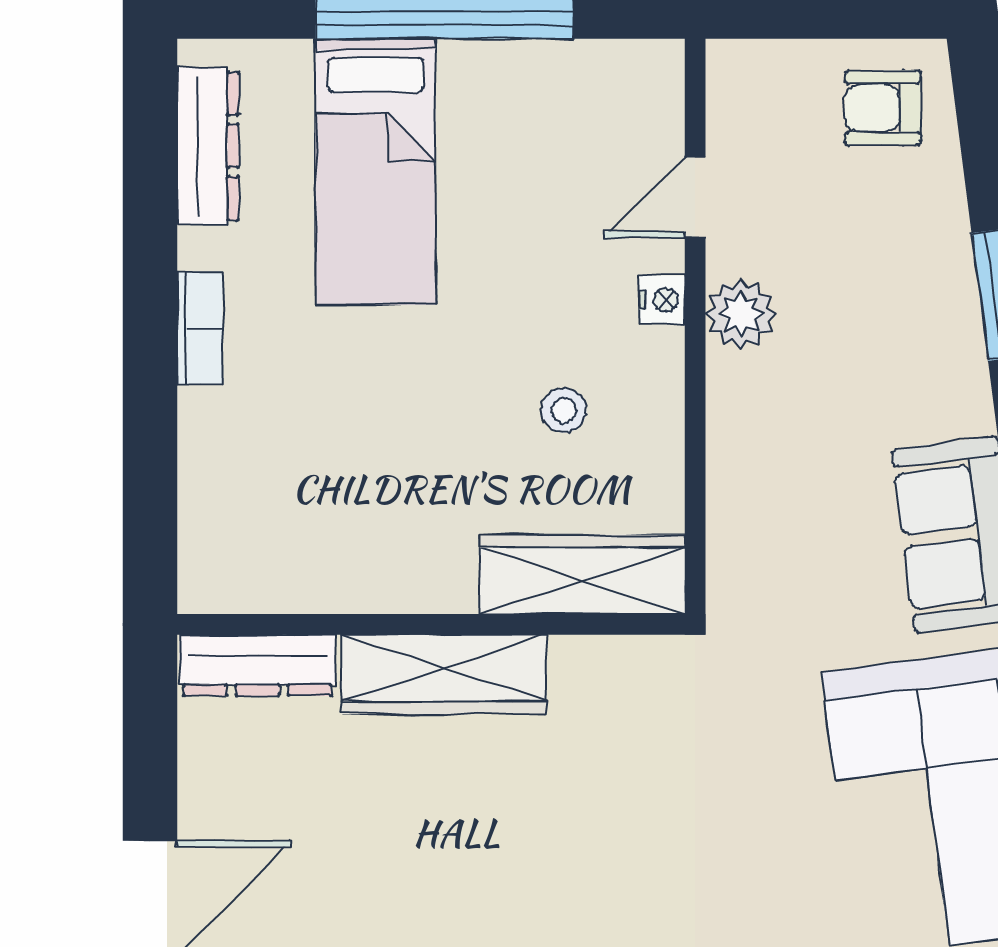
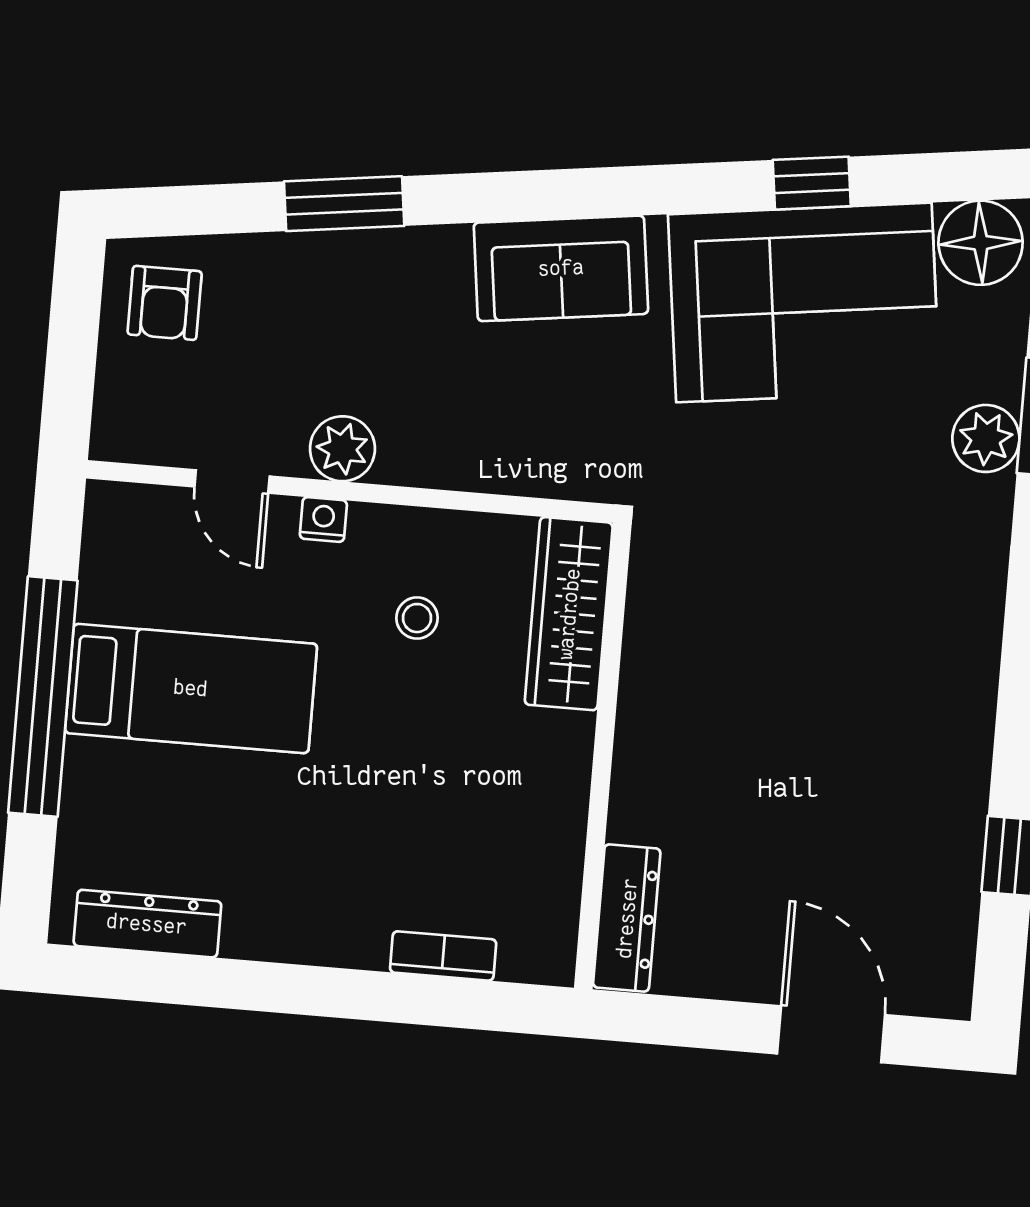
bed: (376, 172) -> (191, 688), moved
bookcase: (200, 328) -> (443, 956), moved
wardrobe: (444, 674) -> (649, 748), removed

